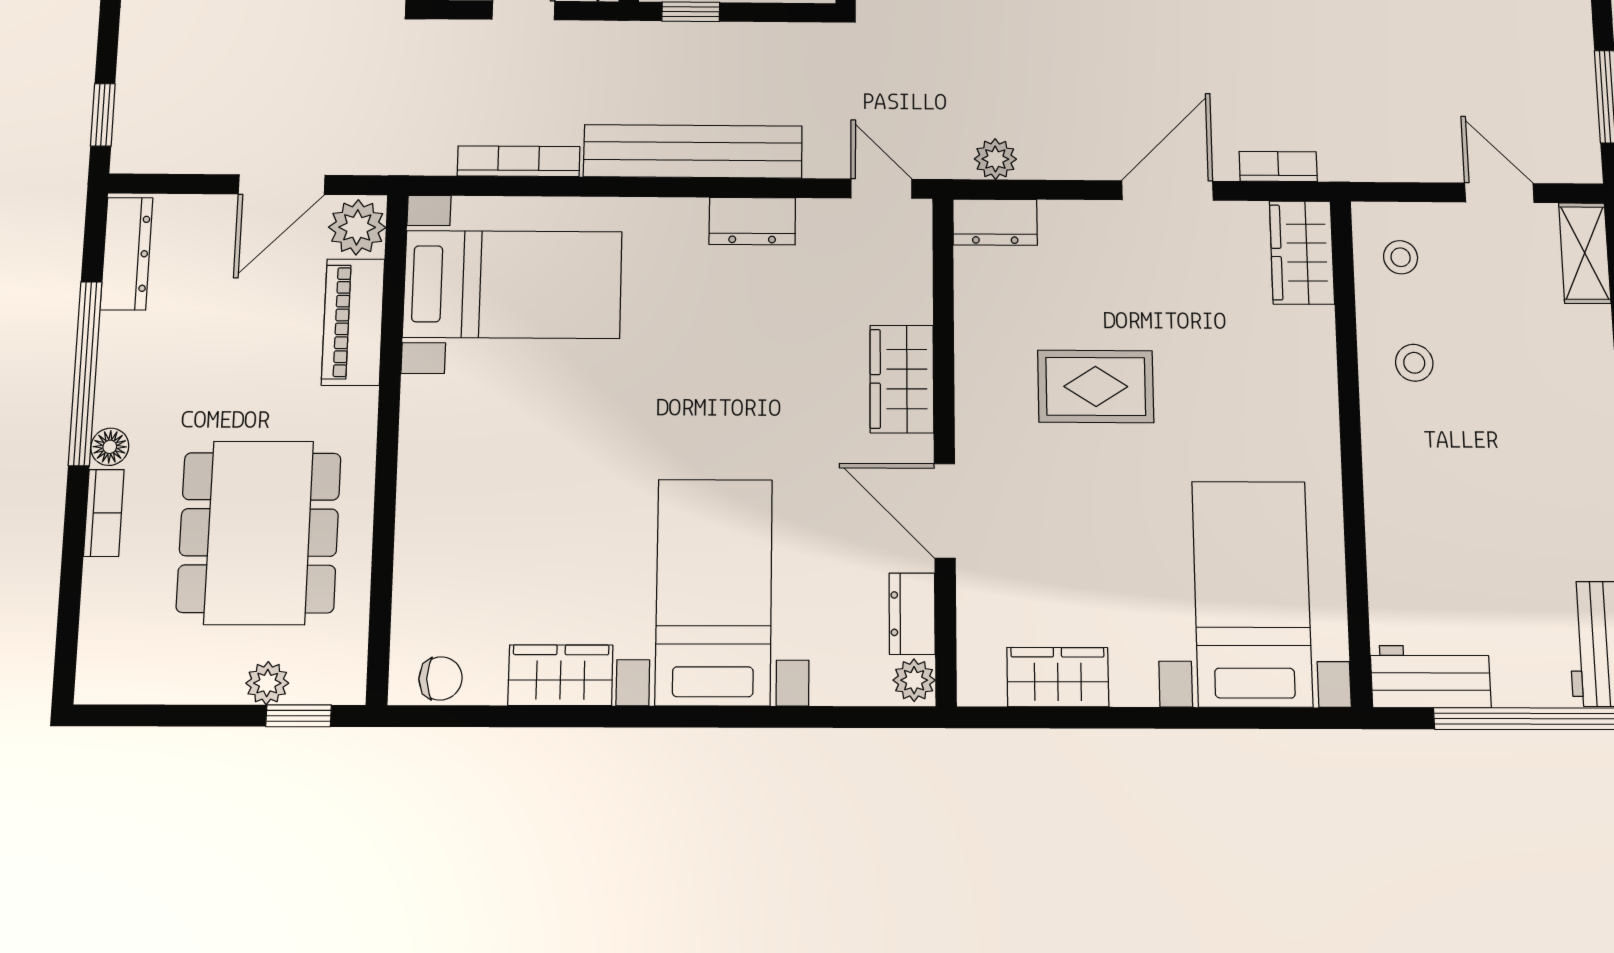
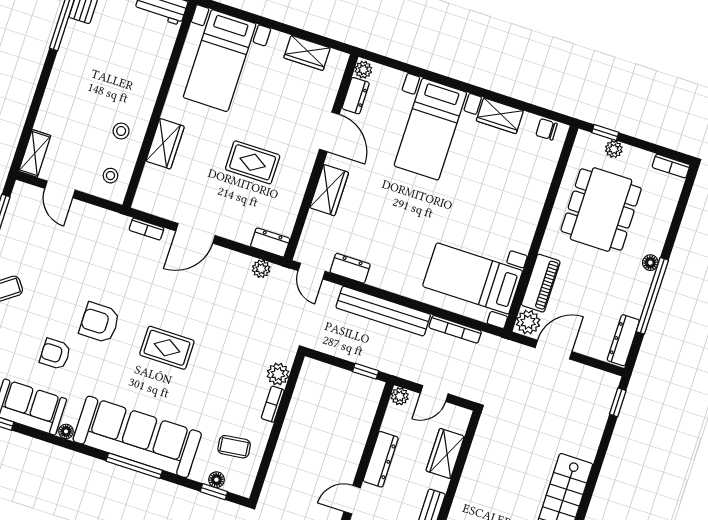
dresser: (752, 221) -> (350, 268), moved
wardrobe: (1302, 253) -> (165, 144), moved
bookcase: (104, 513) -> (671, 166), moved, turned -90

